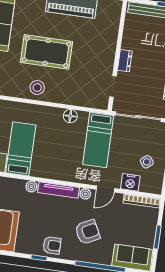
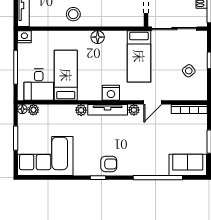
floor lamp: (70, 116) -> (98, 37), moved
nightstand: (130, 182) -> (111, 93), moved
armchair: (88, 232) -> (141, 146), removed

